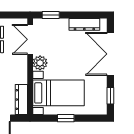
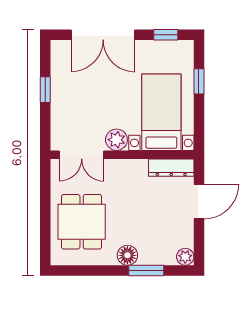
window: (51, 15) -> (45, 90), moved
dresser: (84, 24) -> (59, 74), removed
window: (66, 118) -> (199, 81), moved

